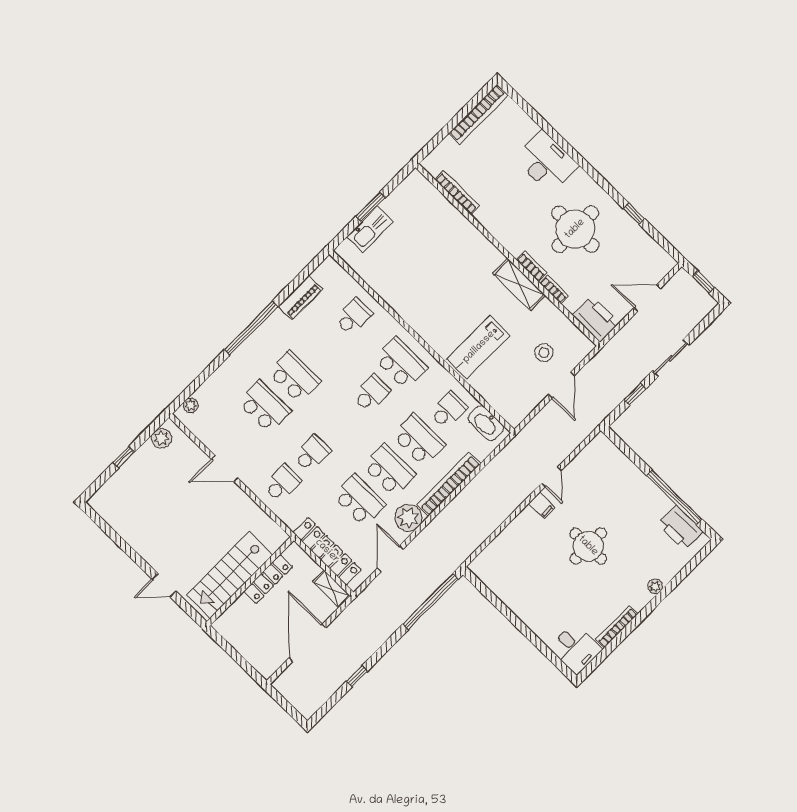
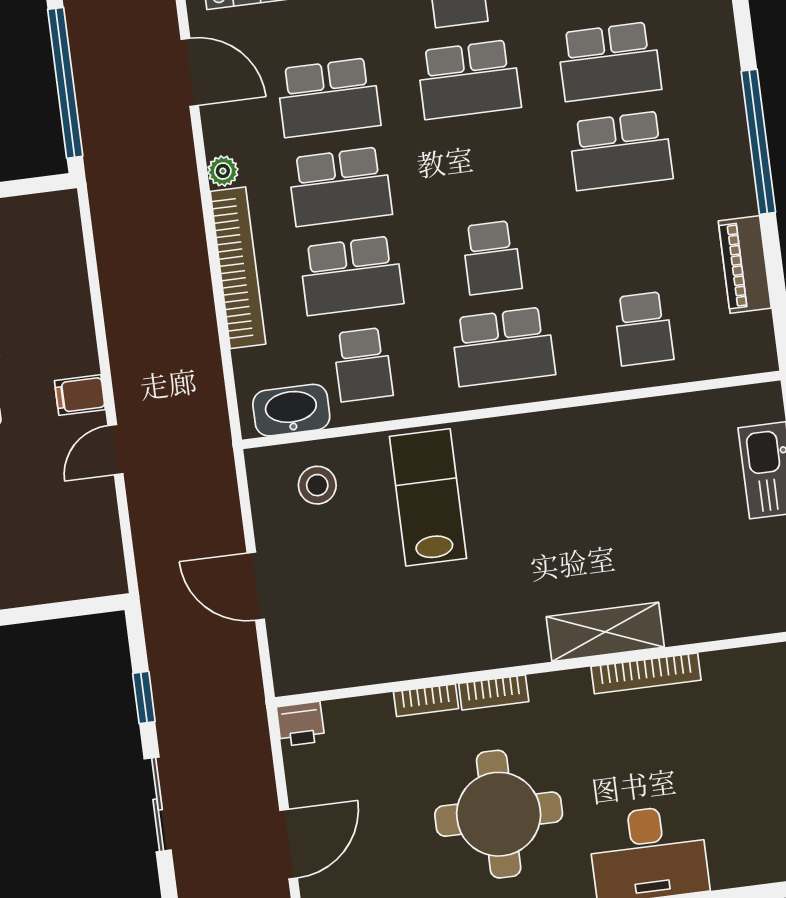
bookcase: (457, 193) -> (646, 673), moved
shelving: (519, 284) -> (605, 632), moved
printer: (596, 319) -> (301, 724), width x0.53, depth x0.68
stool: (544, 353) -> (317, 485), moved
school desk: (312, 453) -> (469, 79), width x1.85
door: (552, 477) -> (115, 450), hinge flipped
plant: (408, 518) -> (223, 171), width x0.53, depth x0.53

